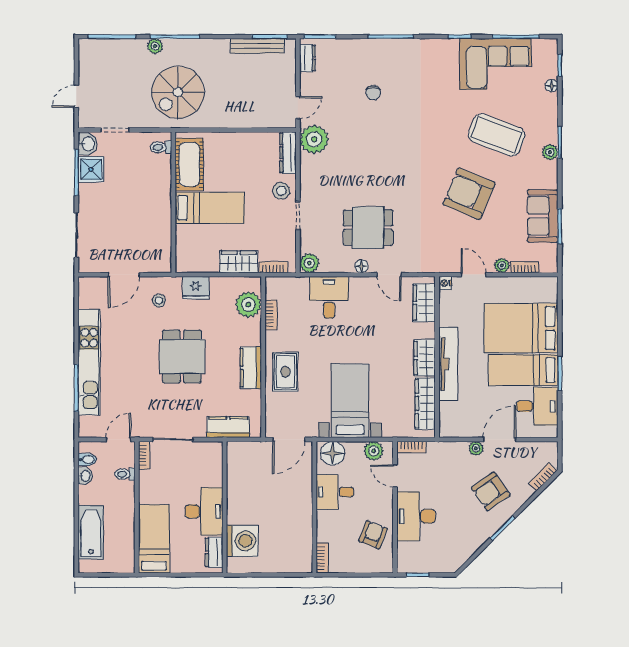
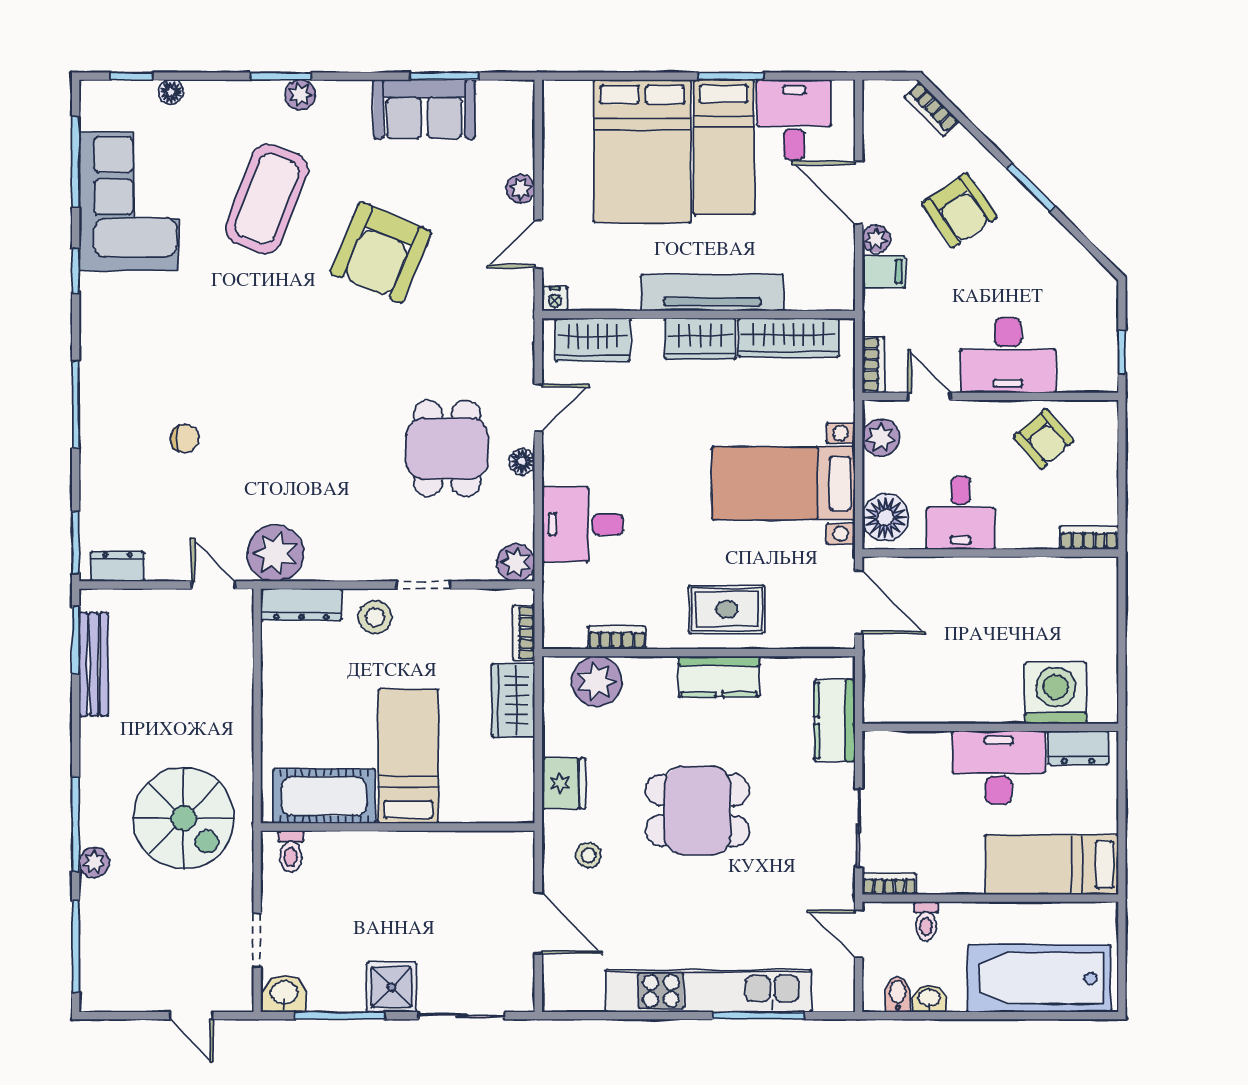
shower: (91, 169) -> (392, 987), moved
bookcase: (525, 267) -> (524, 144), removed
filing cabinet: (459, 452) -> (884, 272), added
door: (395, 476) -> (929, 396), swing flipped
bathtub: (91, 532) -> (1039, 978), width x1.36, depth x1.36
armchair: (373, 535) -> (1044, 439), turned -152

